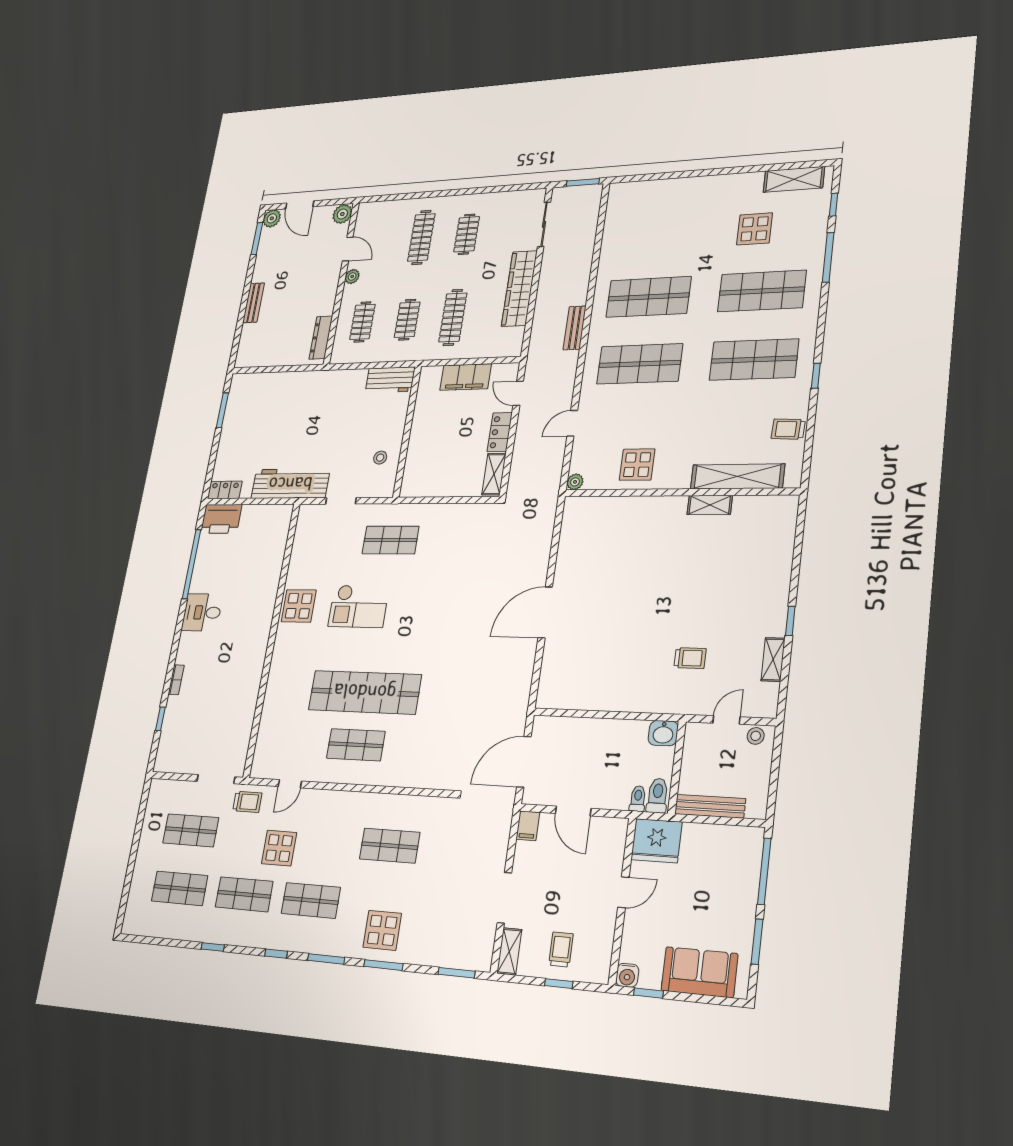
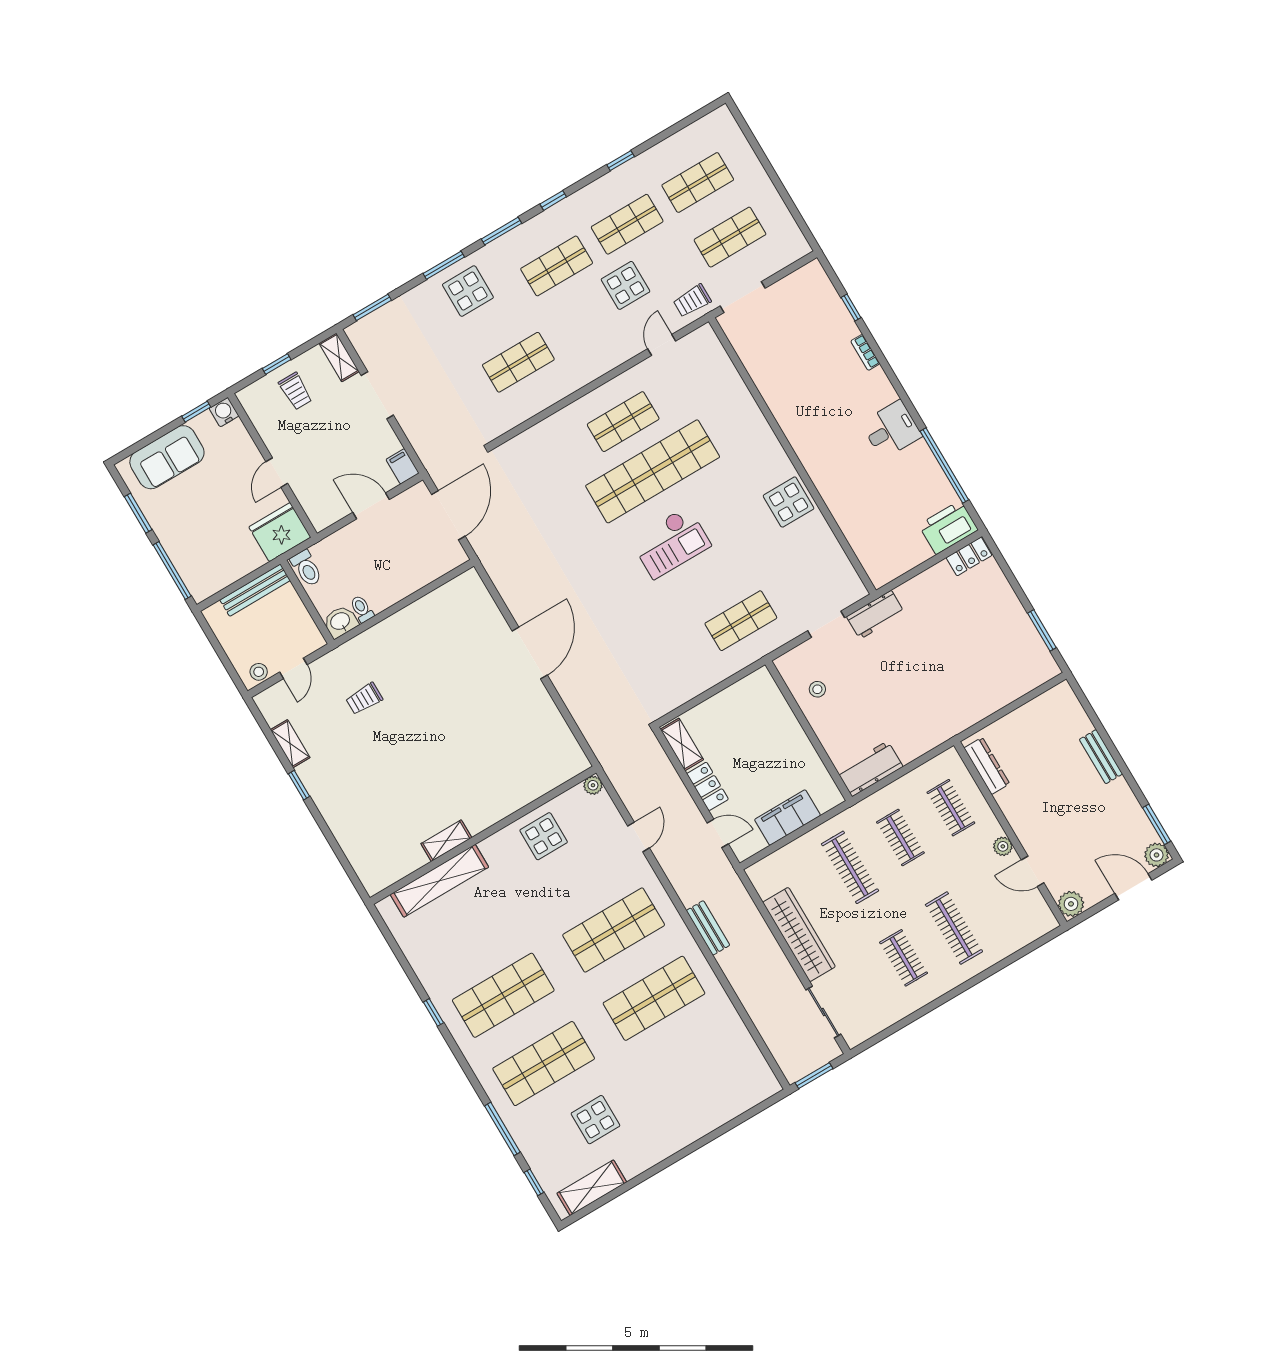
trolley: (788, 429) -> (424, 950), removed
workbench: (290, 484) -> (876, 615), width x0.53, depth x0.76
checkout: (359, 606) -> (671, 543), moved, turned 180
toilet: (638, 799) -> (362, 609), moved, turned 180

